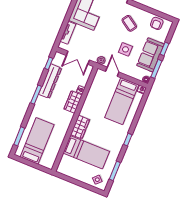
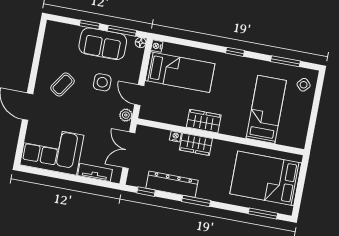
armchair: (157, 23) -> (54, 44), removed
double door: (78, 58) -> (129, 150), swing flipped
door: (112, 72) -> (139, 95), hinge flipped
wardrobe: (80, 127) -> (204, 121), moved
bed: (37, 141) -> (266, 178), width x1.50

